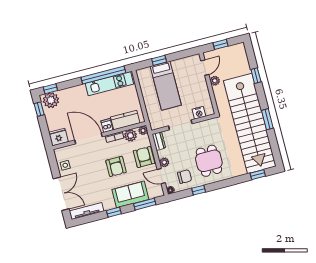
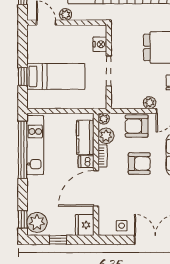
window: (39, 109) -> (58, 240), moved
dresser: (159, 141) -> (122, 103), removed

